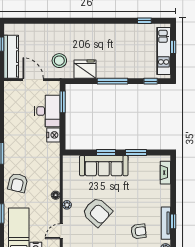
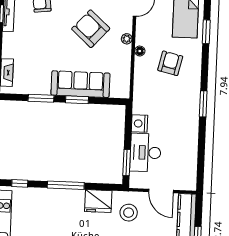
armchair: (18, 183) -> (170, 63), moved

